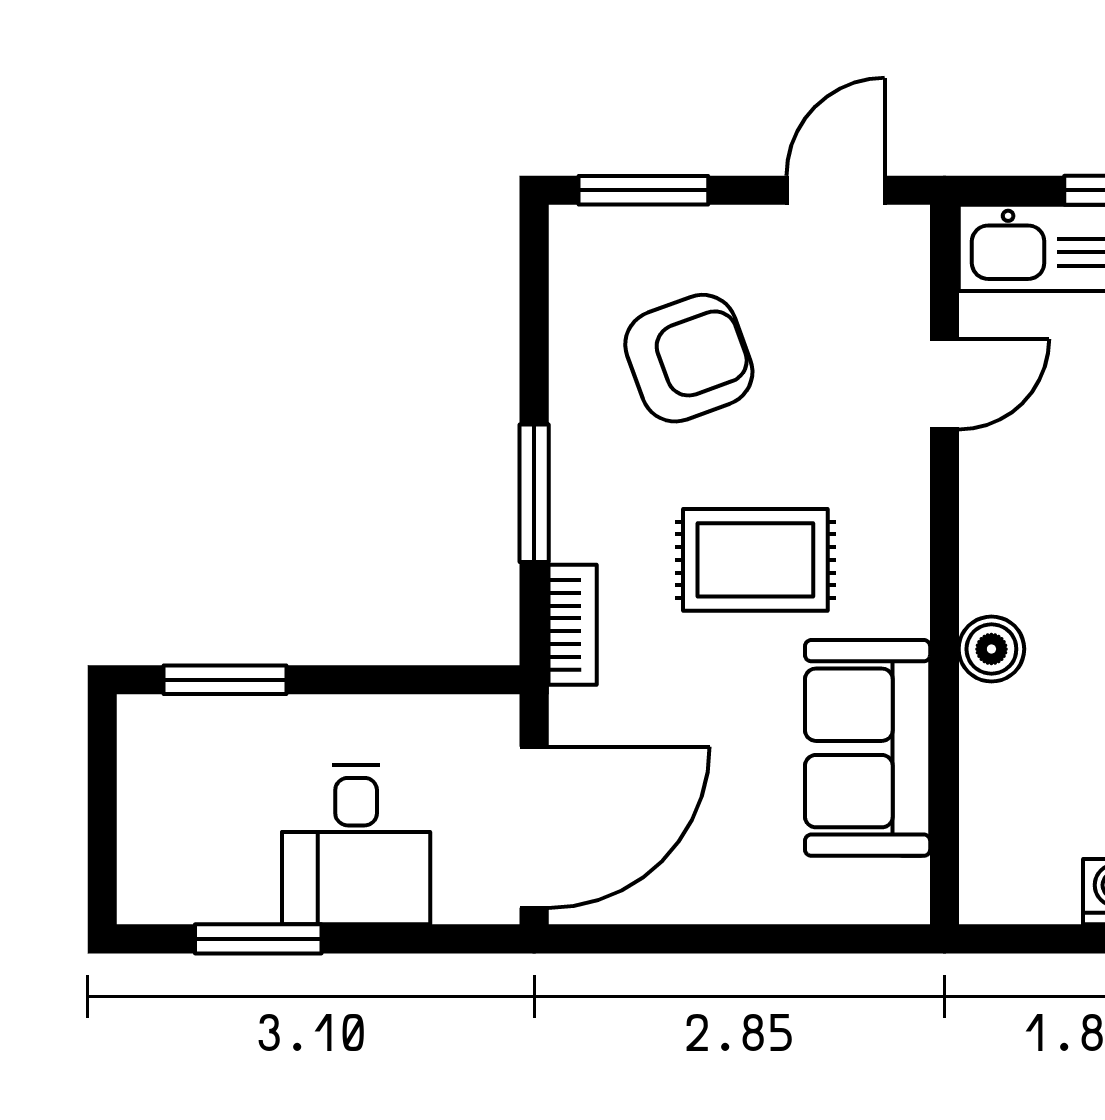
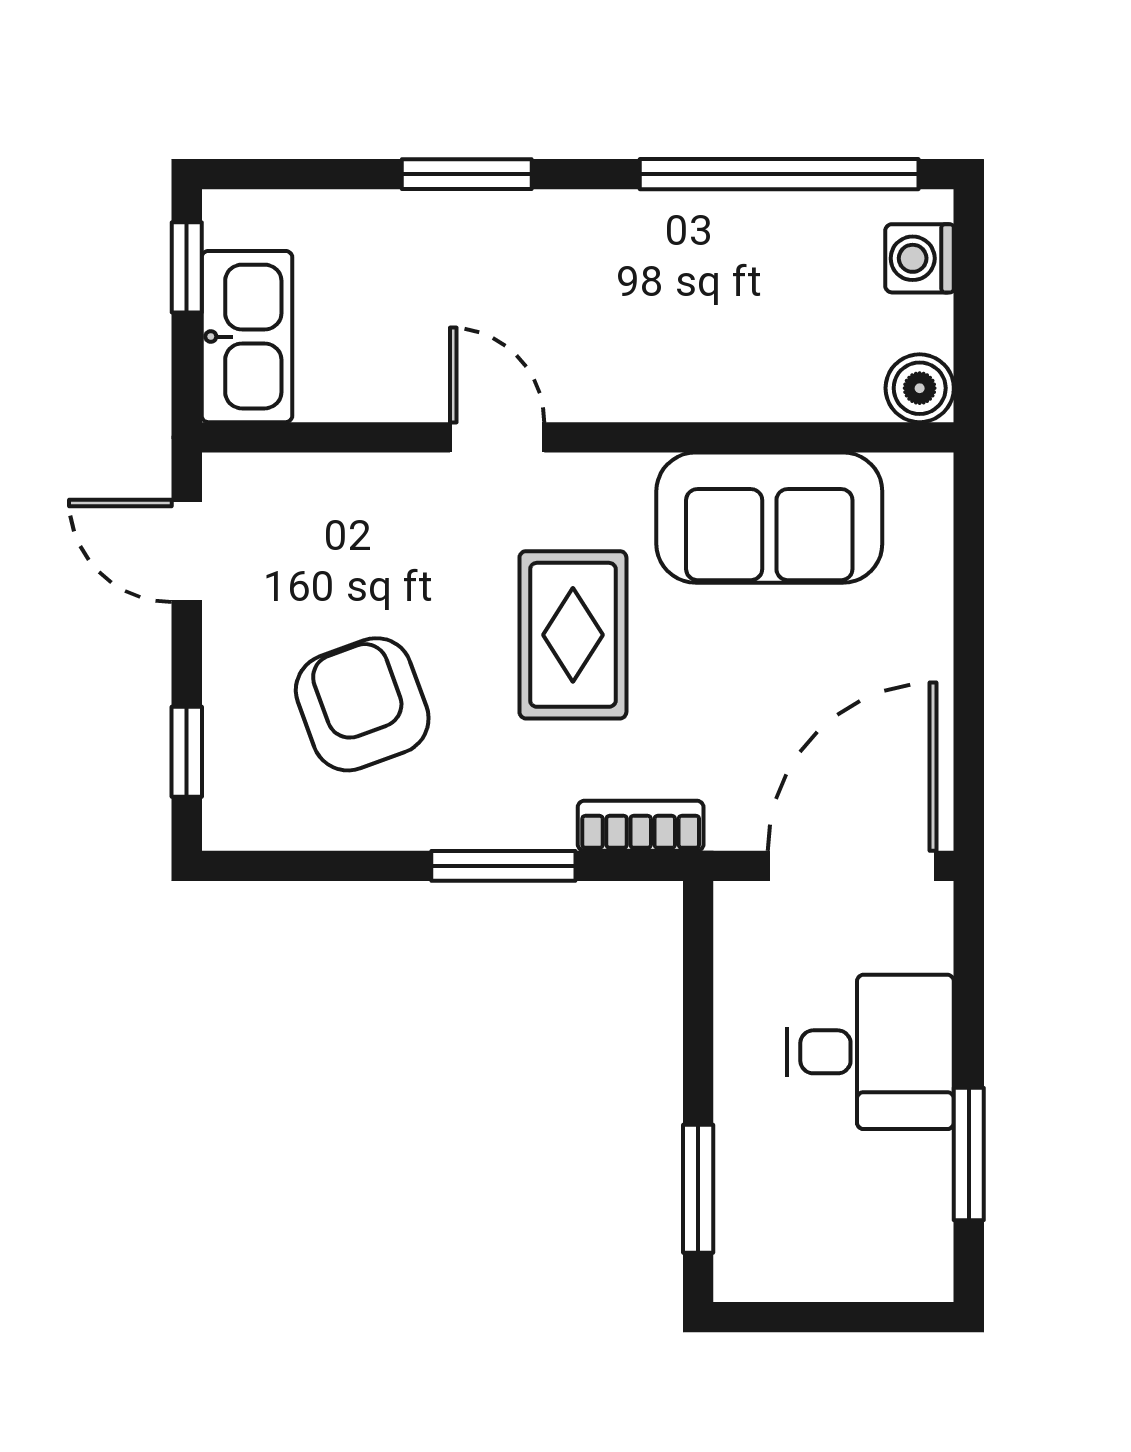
window: (643, 190) -> (187, 752), width x0.67
door: (944, 384) -> (497, 437), moved
boiler: (991, 649) -> (920, 388), moved
door: (534, 827) -> (852, 866), hinge flipped

